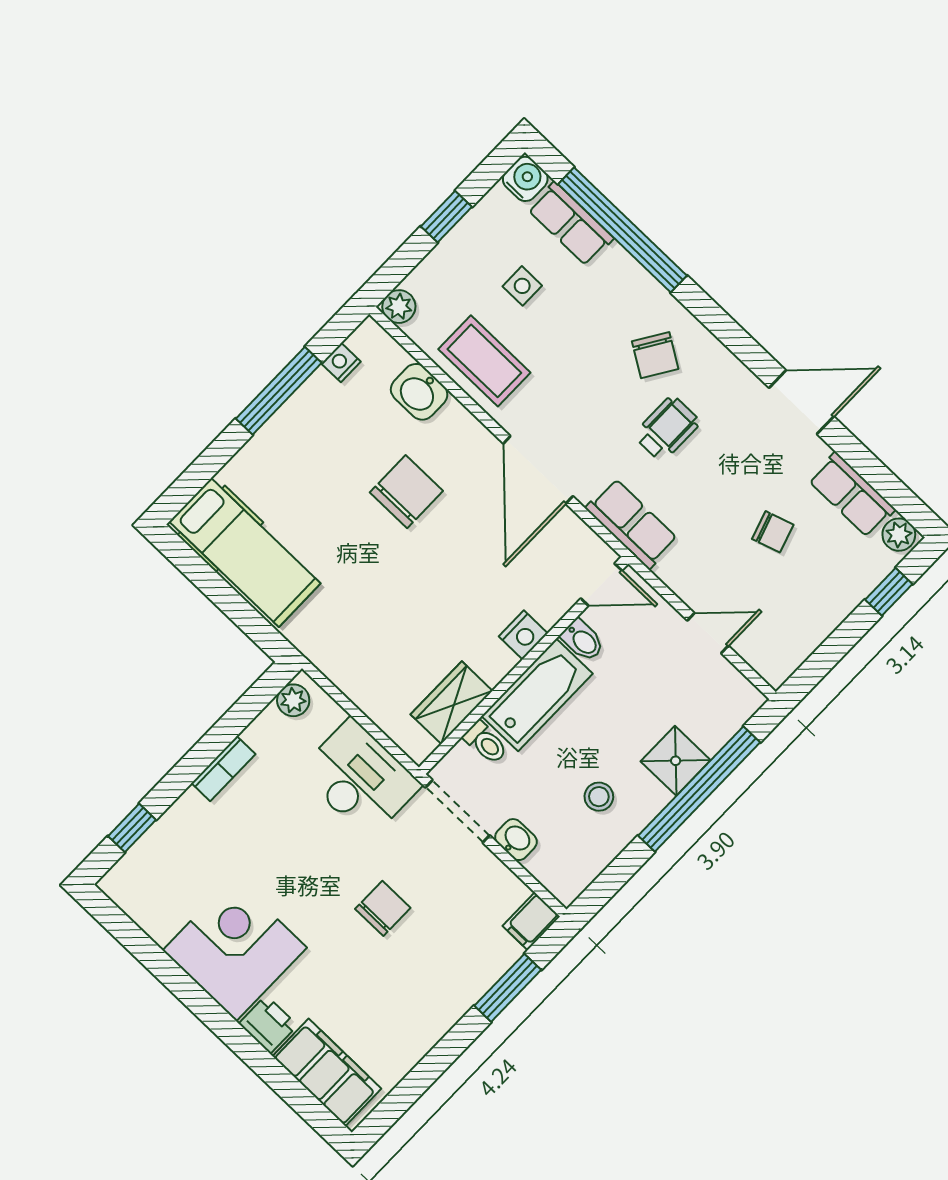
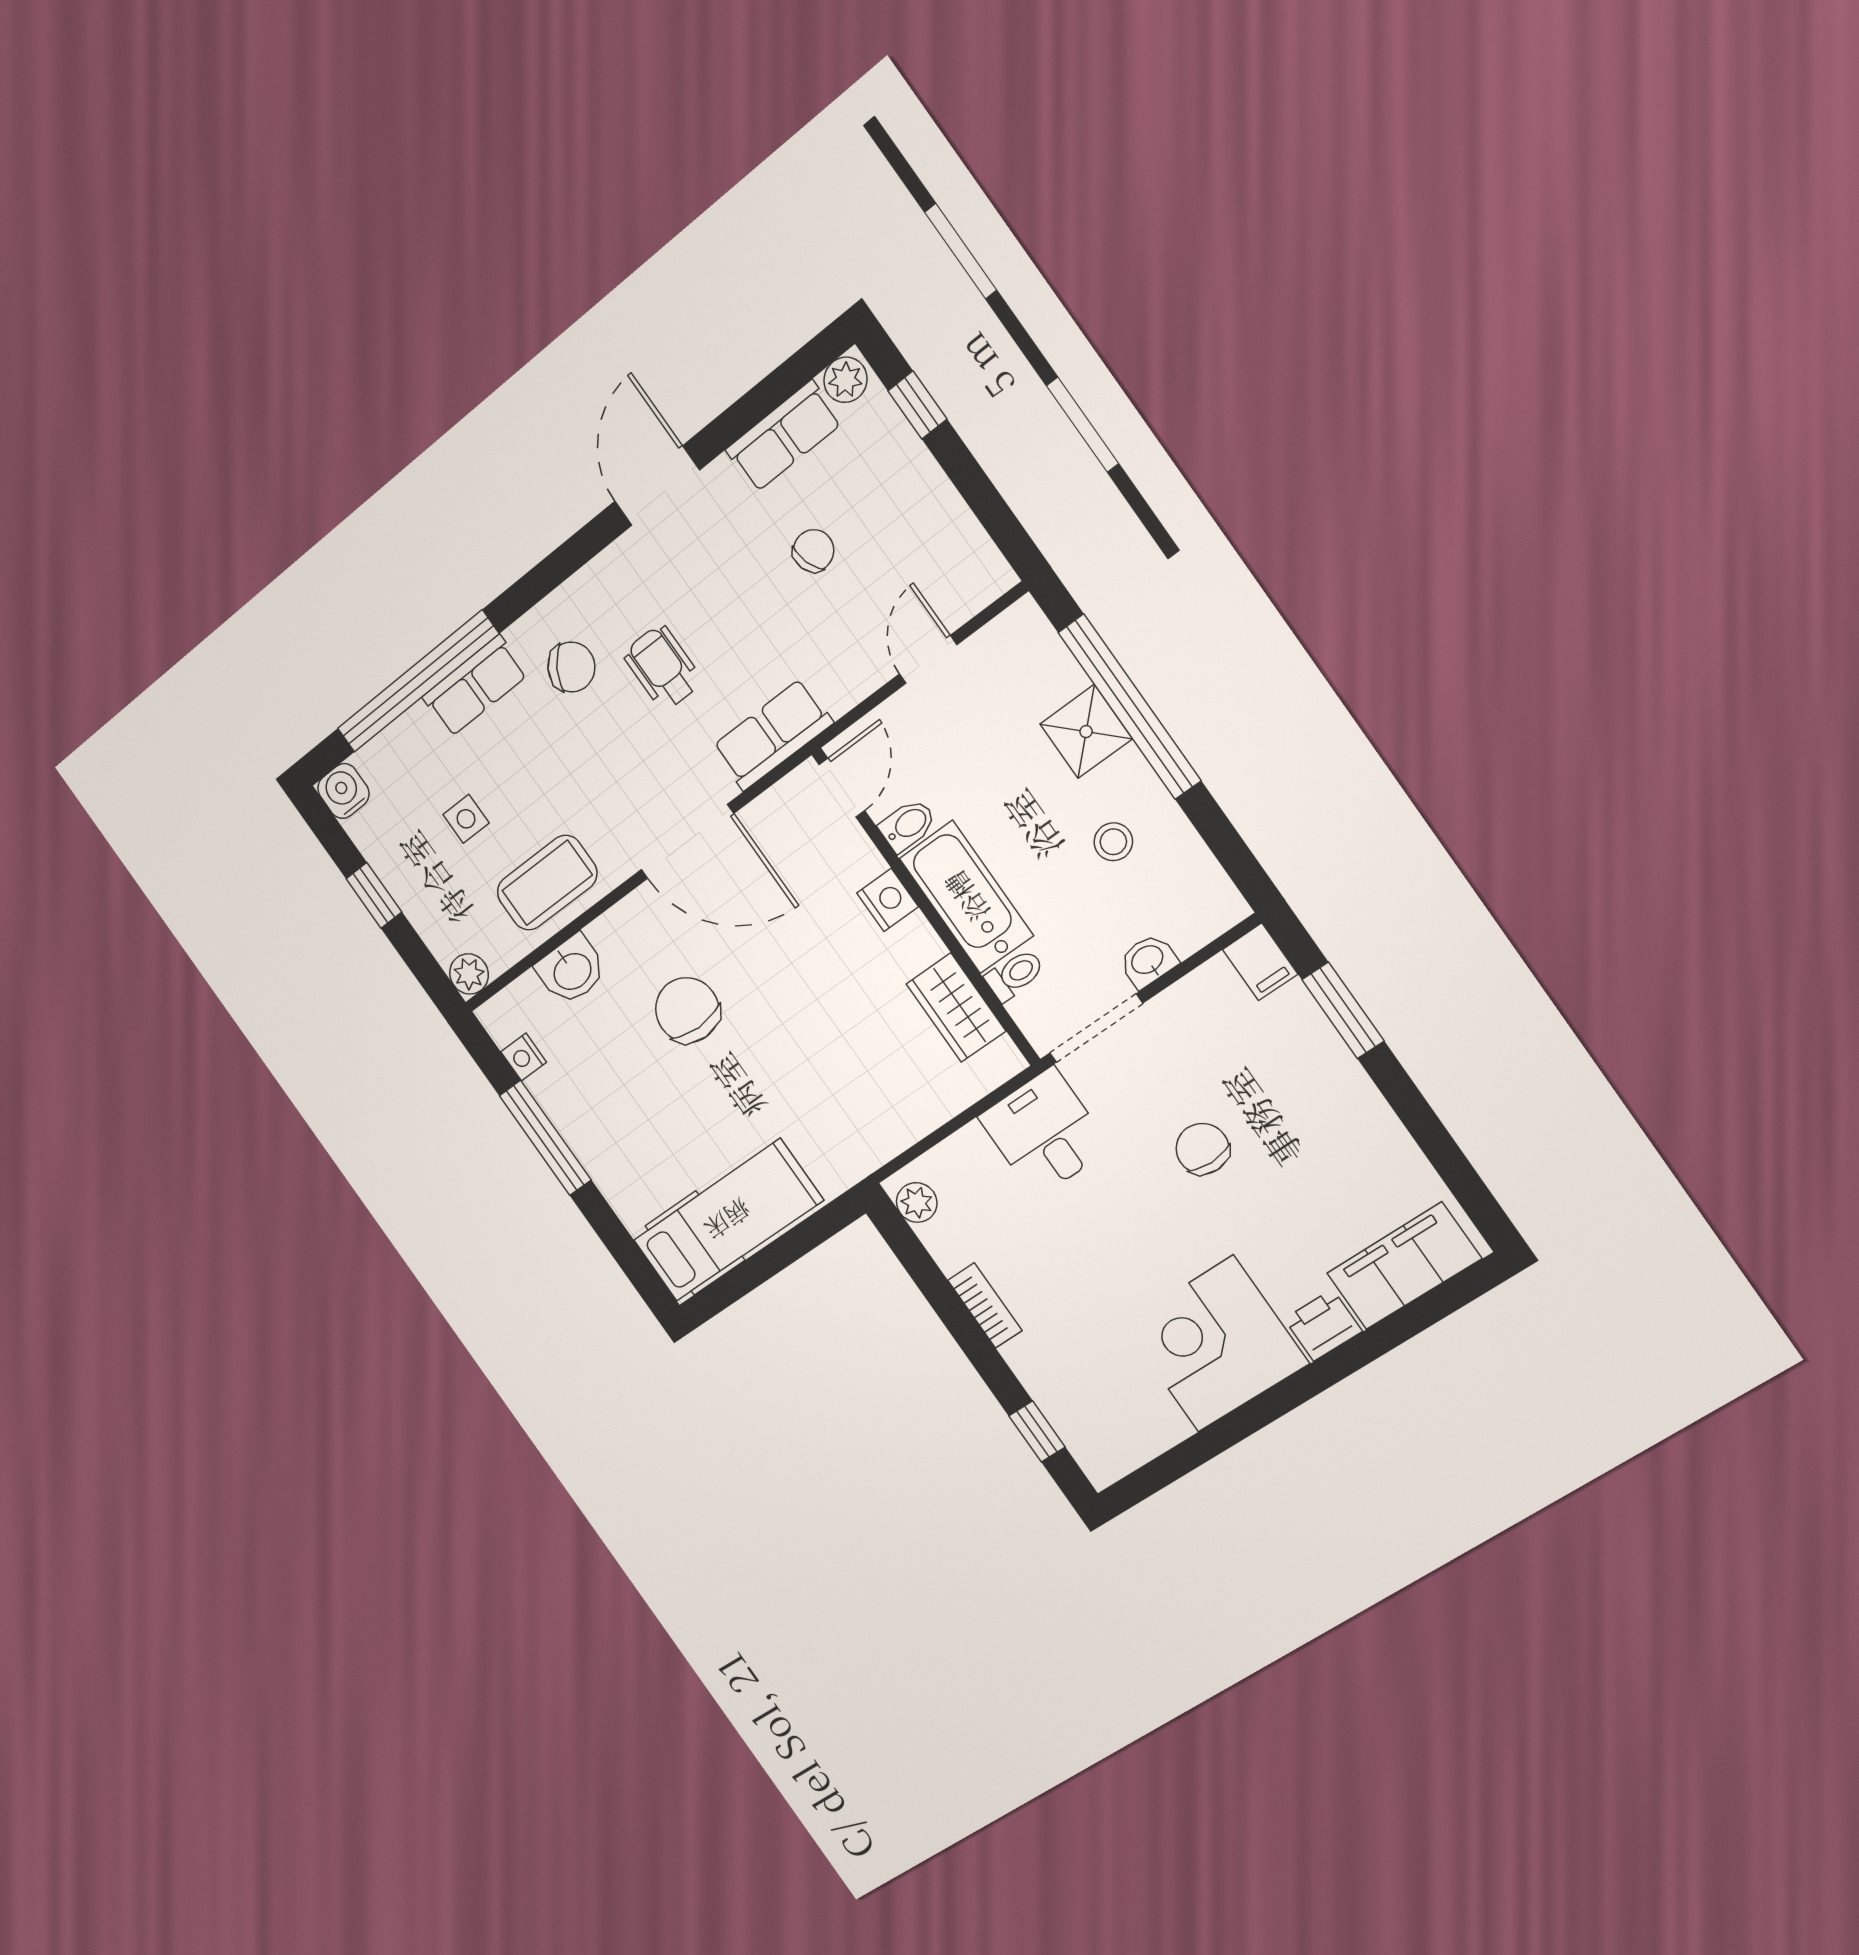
row of seats: (571, 224) -> (475, 686), moved
desk: (360, 779) -> (1045, 1133), width x0.73

